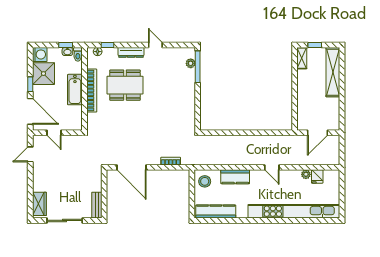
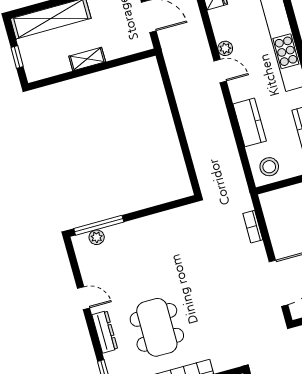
door: (155, 45) -> (84, 298), swing flipped
shelving: (302, 58) -> (87, 59), moved
door: (272, 167) -> (220, 71), hinge flipped
plant: (306, 174) -> (225, 48), moved

